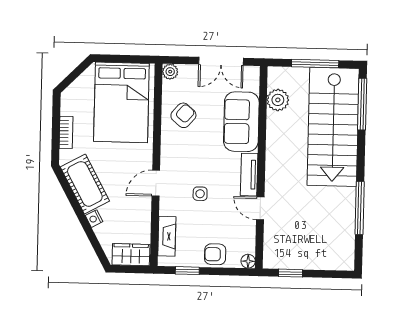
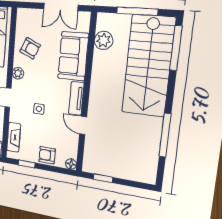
plant: (170, 72) -> (18, 73), moved
armchair: (183, 115) -> (30, 48), turned 73

